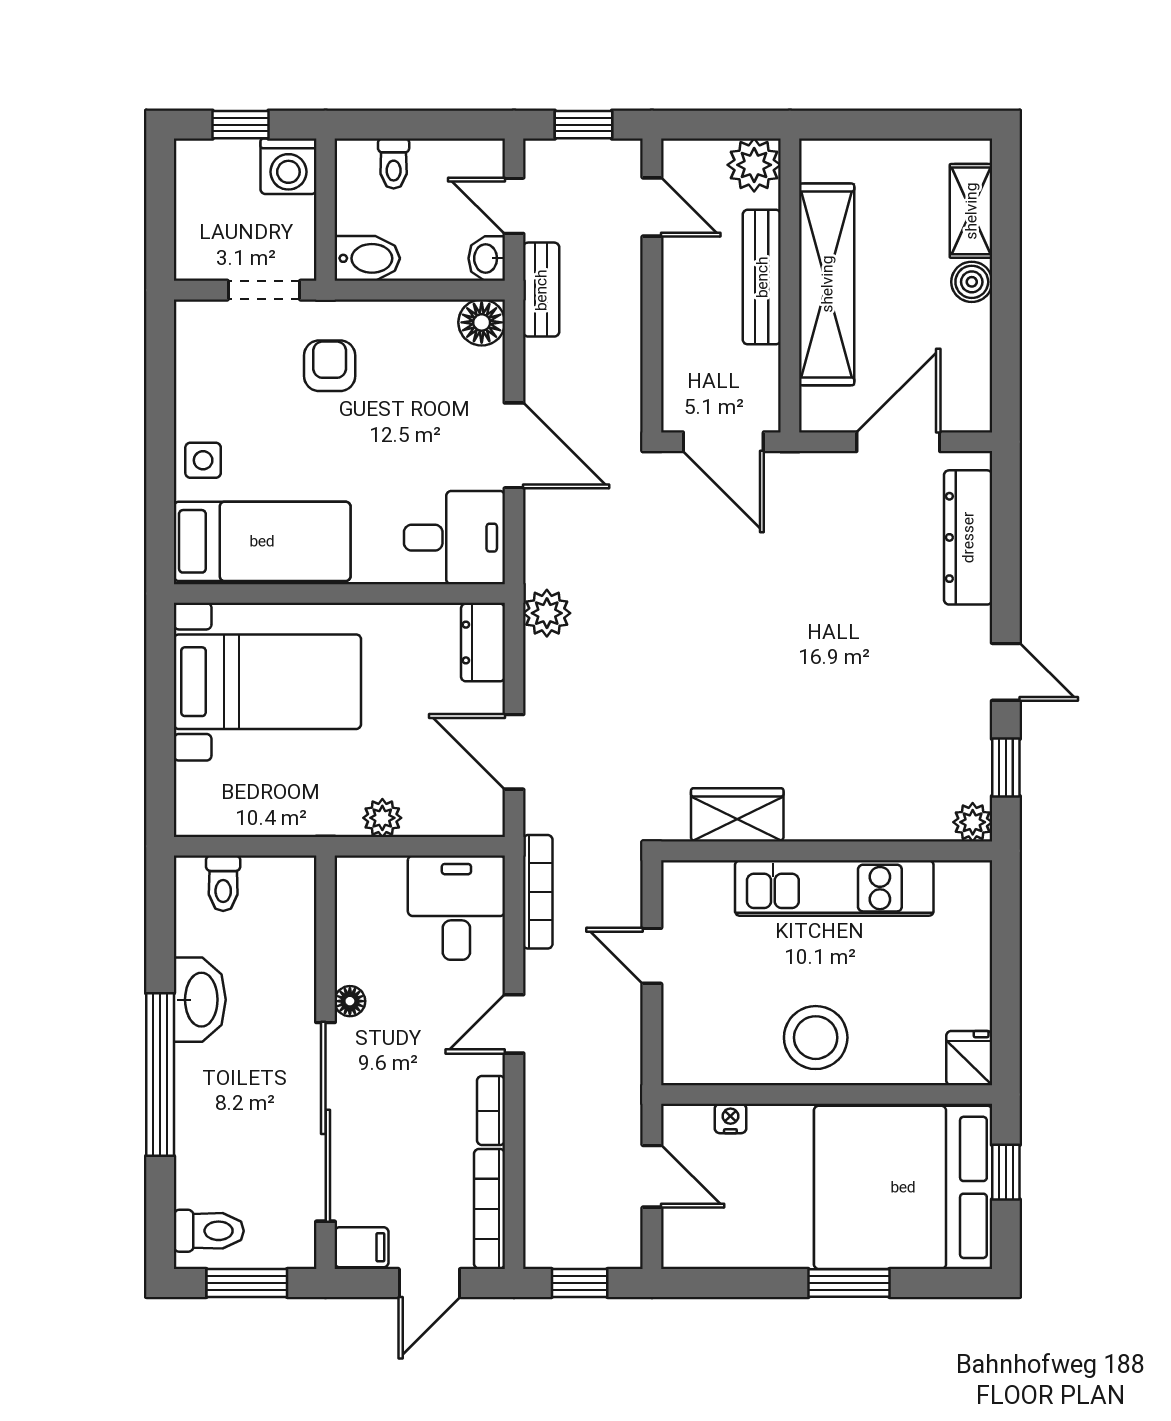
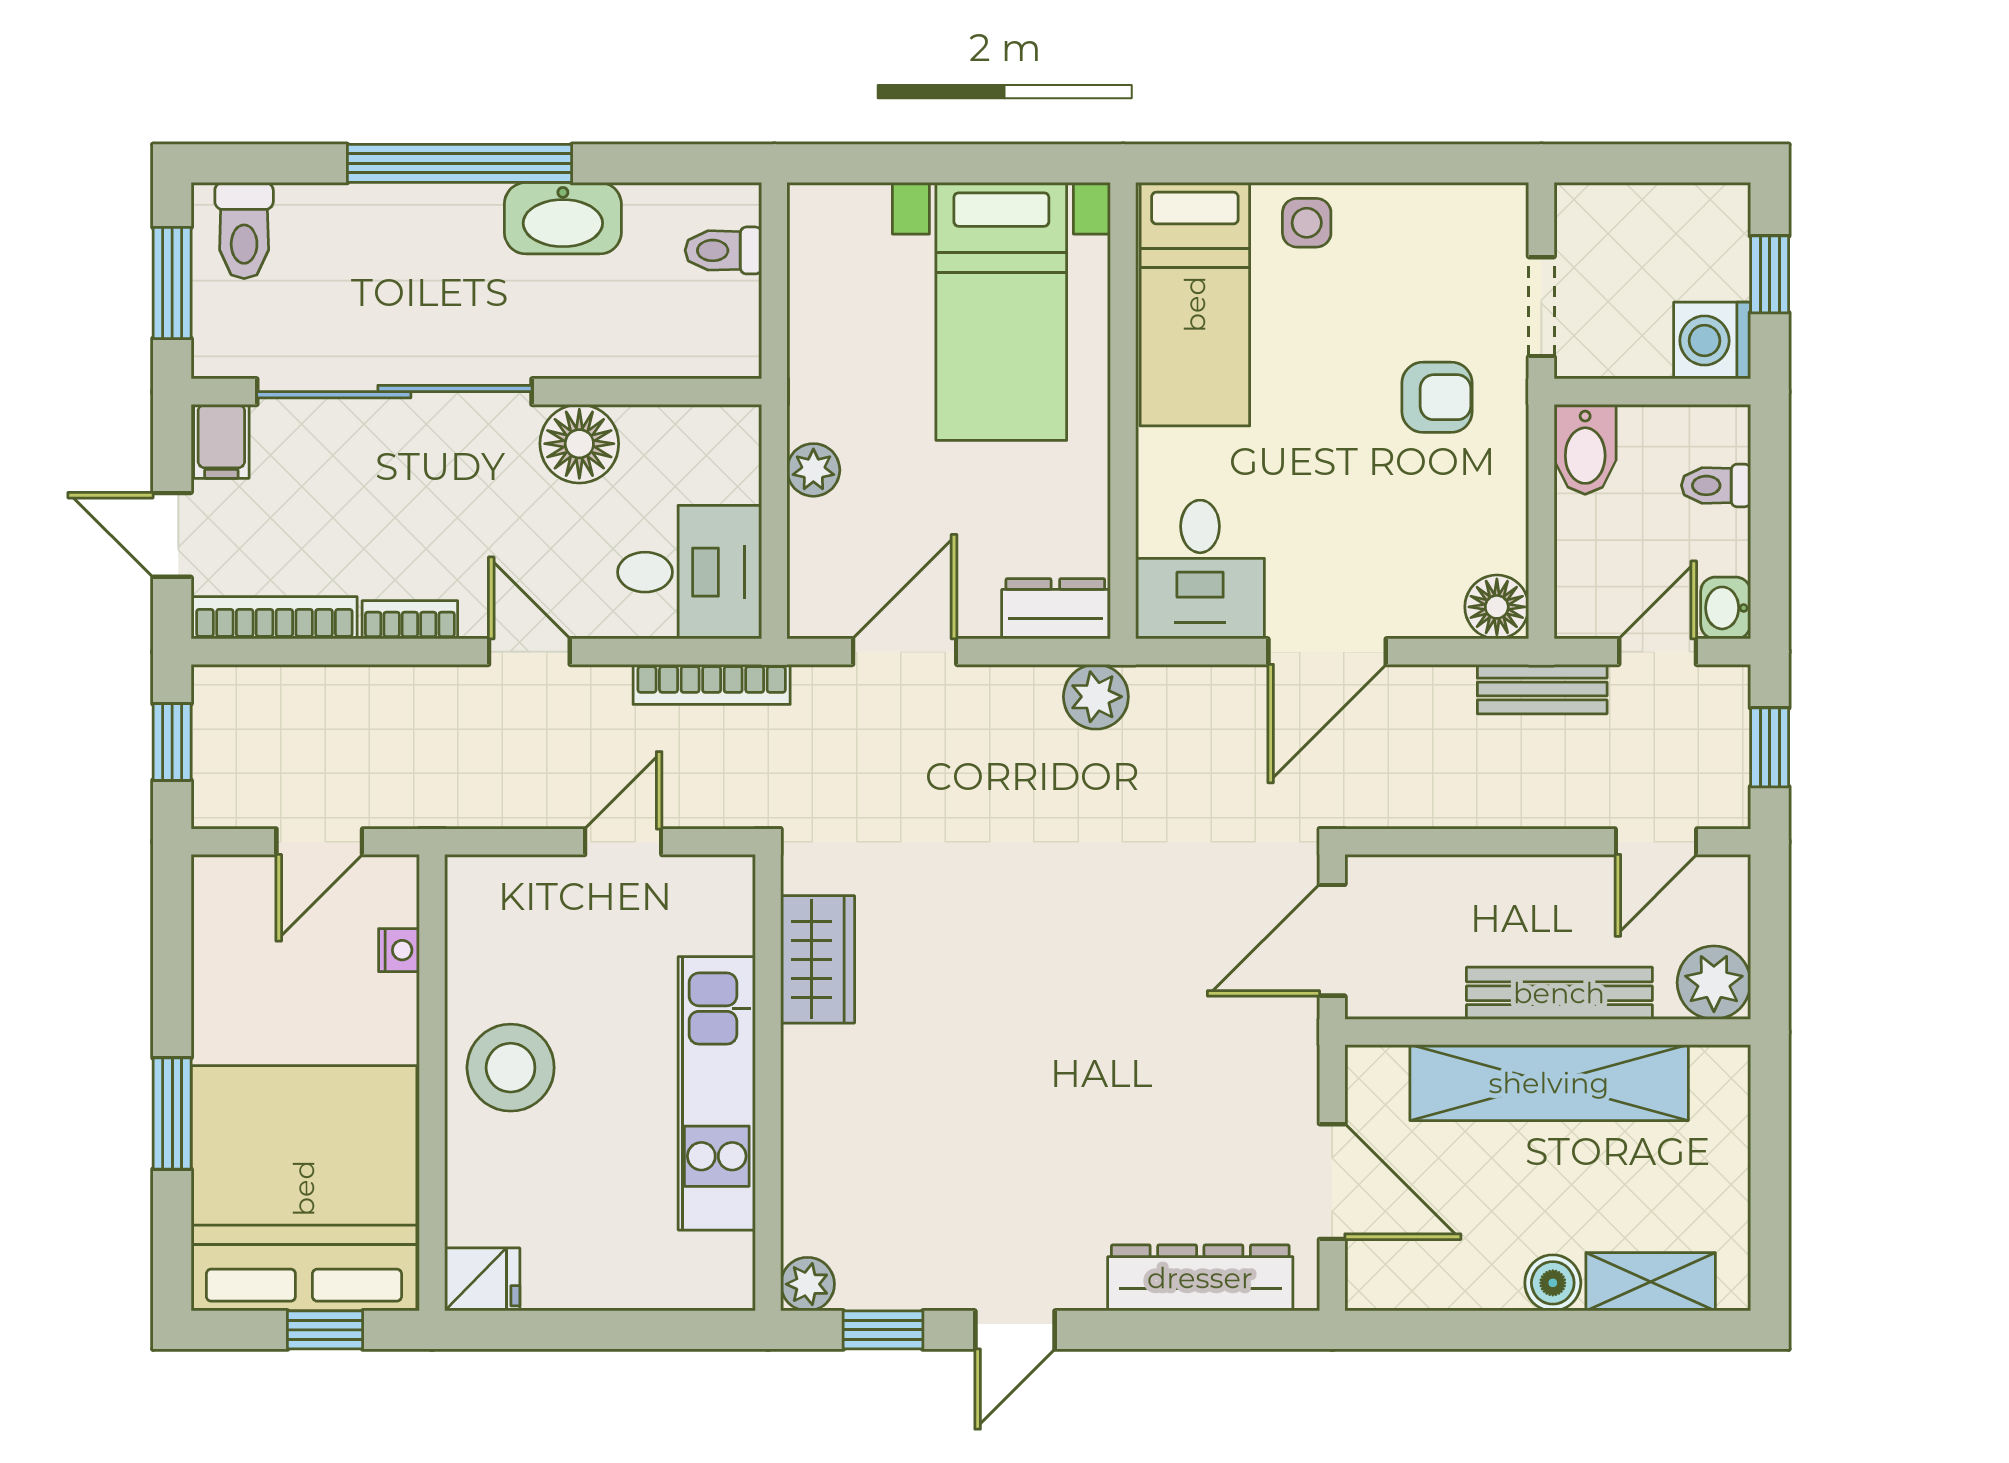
washbasin: (487, 258) -> (1726, 608), moved, turned -90
floor lamp: (350, 1001) -> (579, 444), width x1.89, depth x1.89

